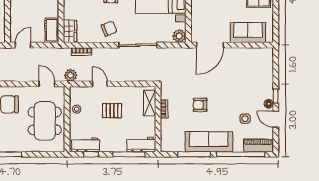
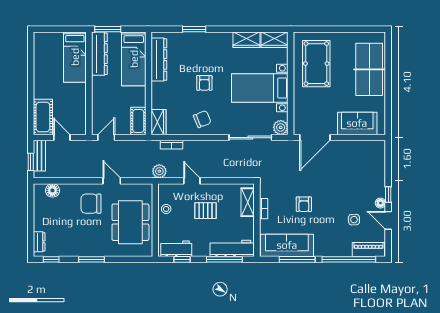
sliding door: (138, 45) -> (250, 138), moved
door: (47, 84) -> (112, 181), moved
armchair: (200, 105) -> (304, 204), turned -90
sofa: (209, 142) -> (287, 245), moved
workbench: (141, 144) -> (232, 248), width x1.38

